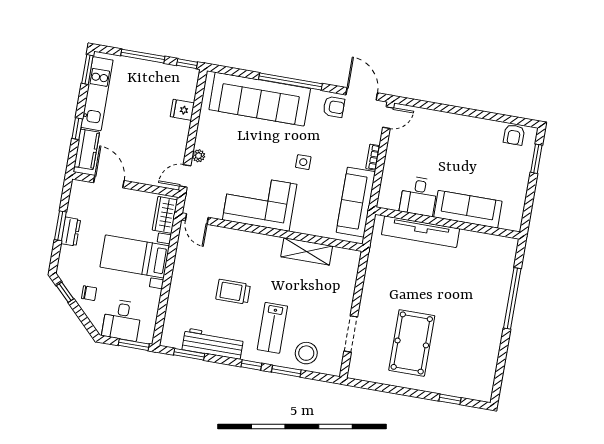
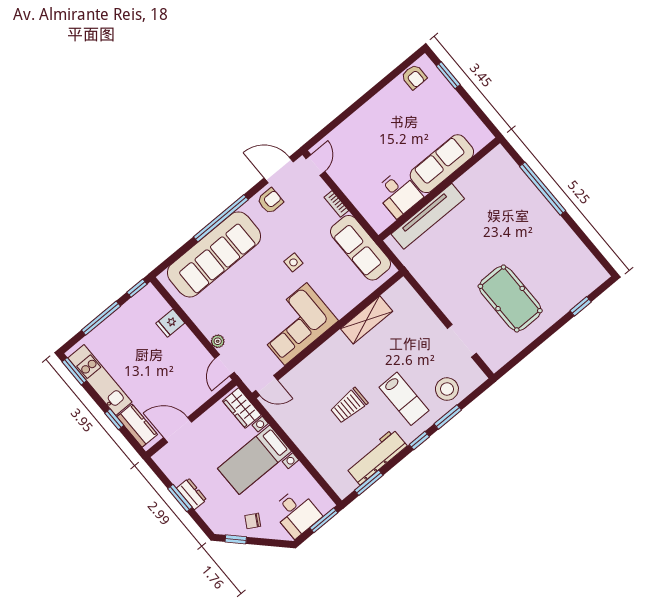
chair: (89, 293) -> (253, 521), turned -150

